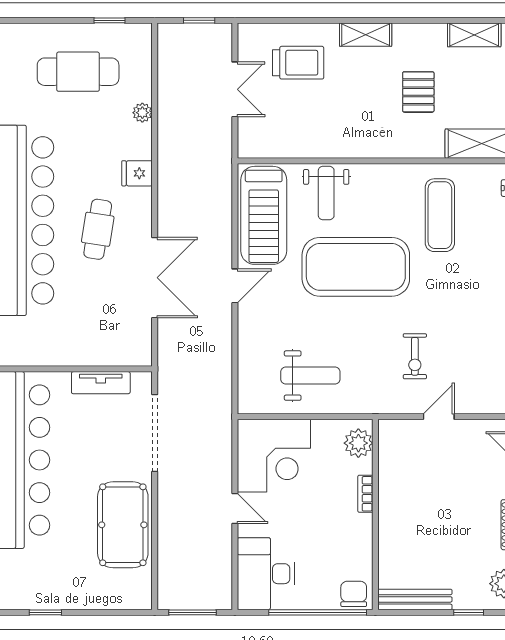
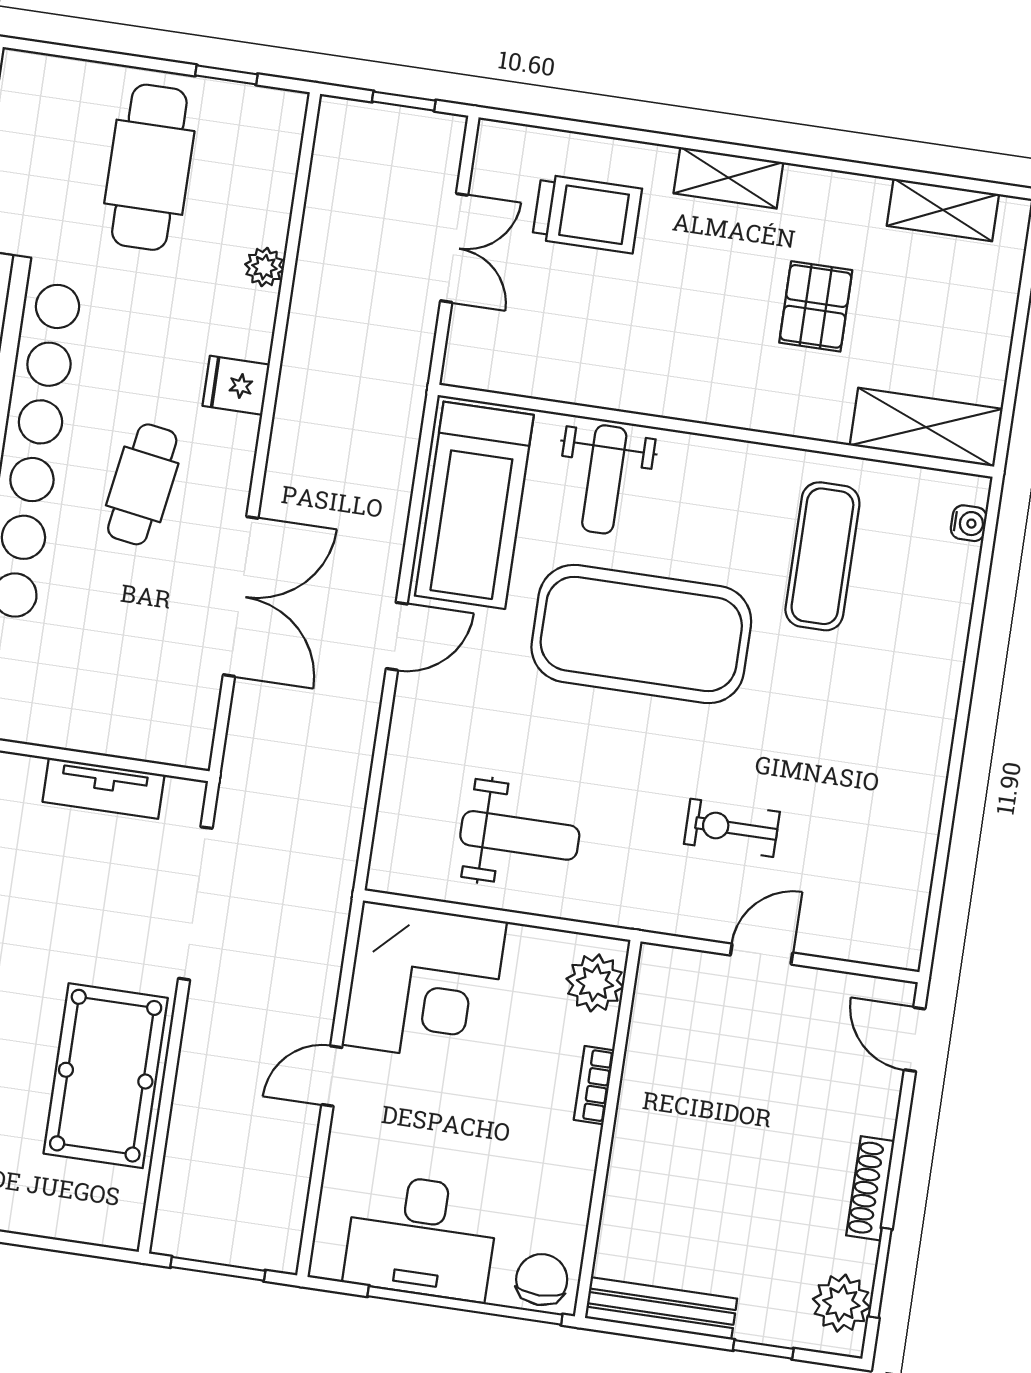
cafe table: (78, 72) -> (149, 167), turned 90
exercise bike: (415, 356) -> (732, 828), turned 90
door: (235, 508) -> (332, 1076), swing flipped
desk: (266, 574) -> (421, 1237), moved, turned -90

